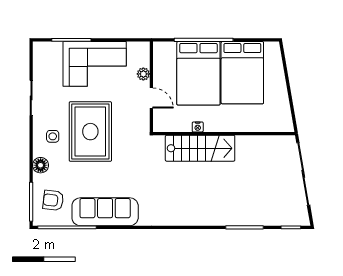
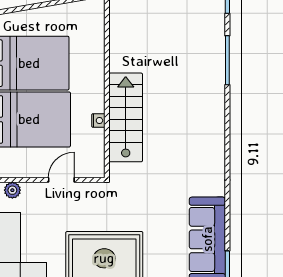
plant: (143, 74) -> (12, 190), moved

